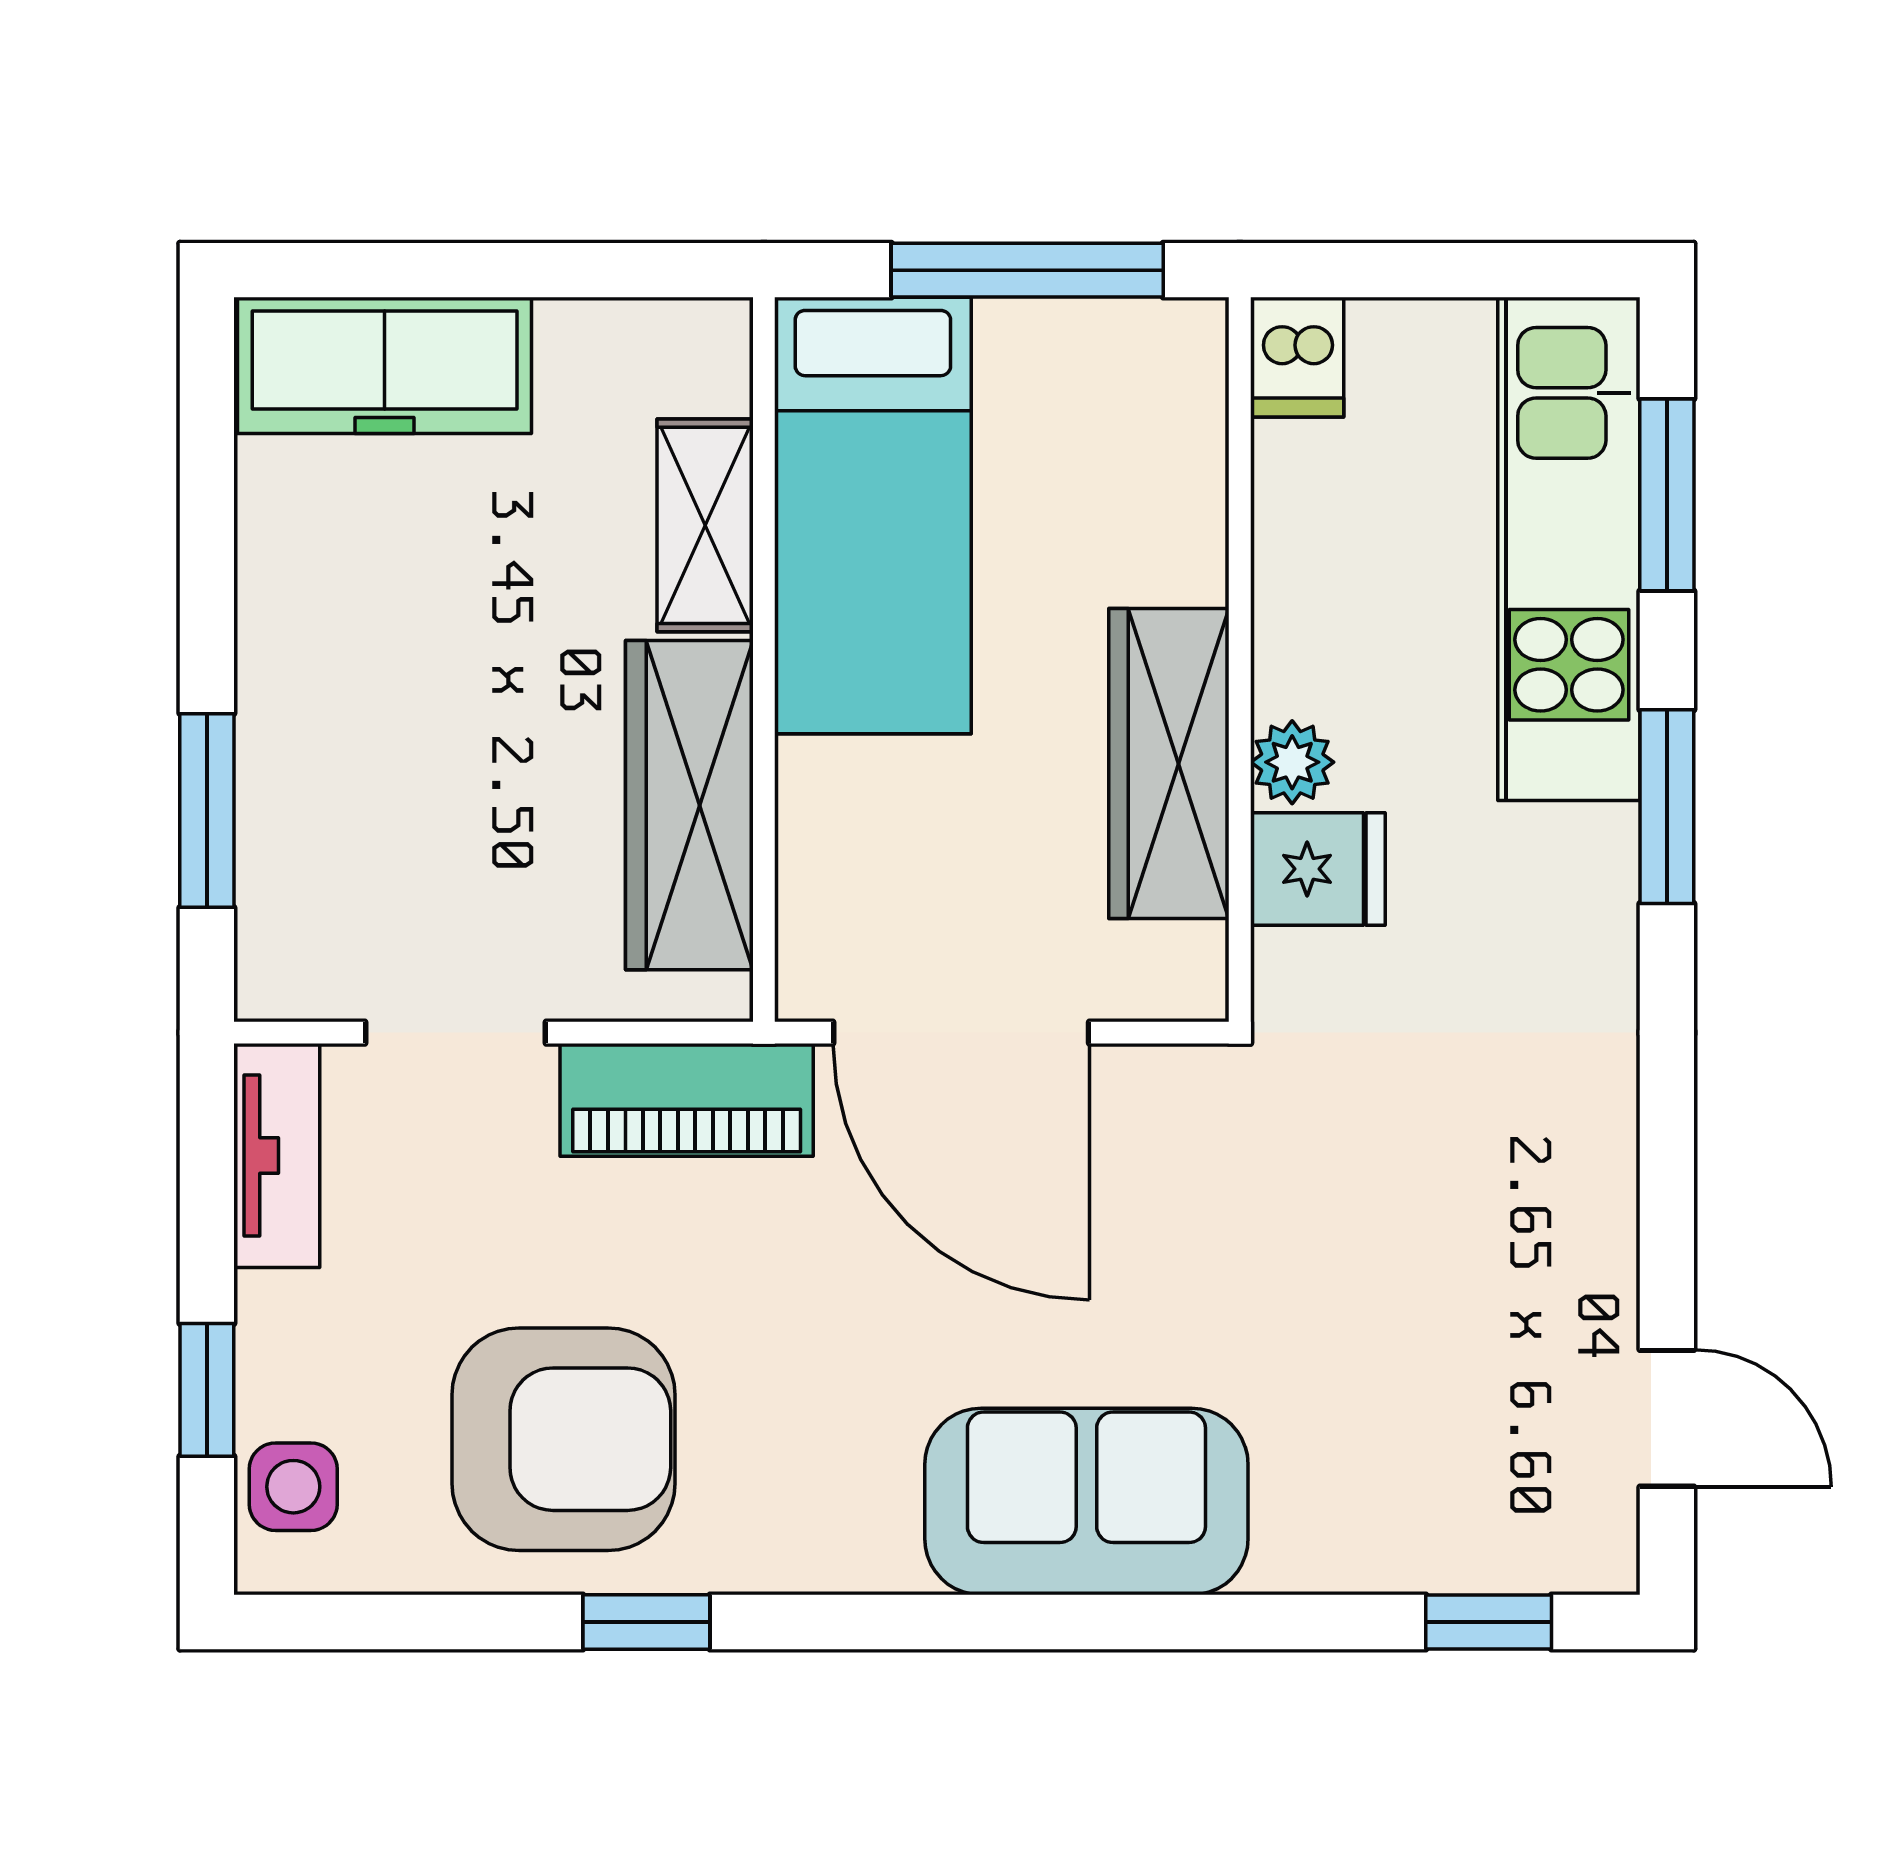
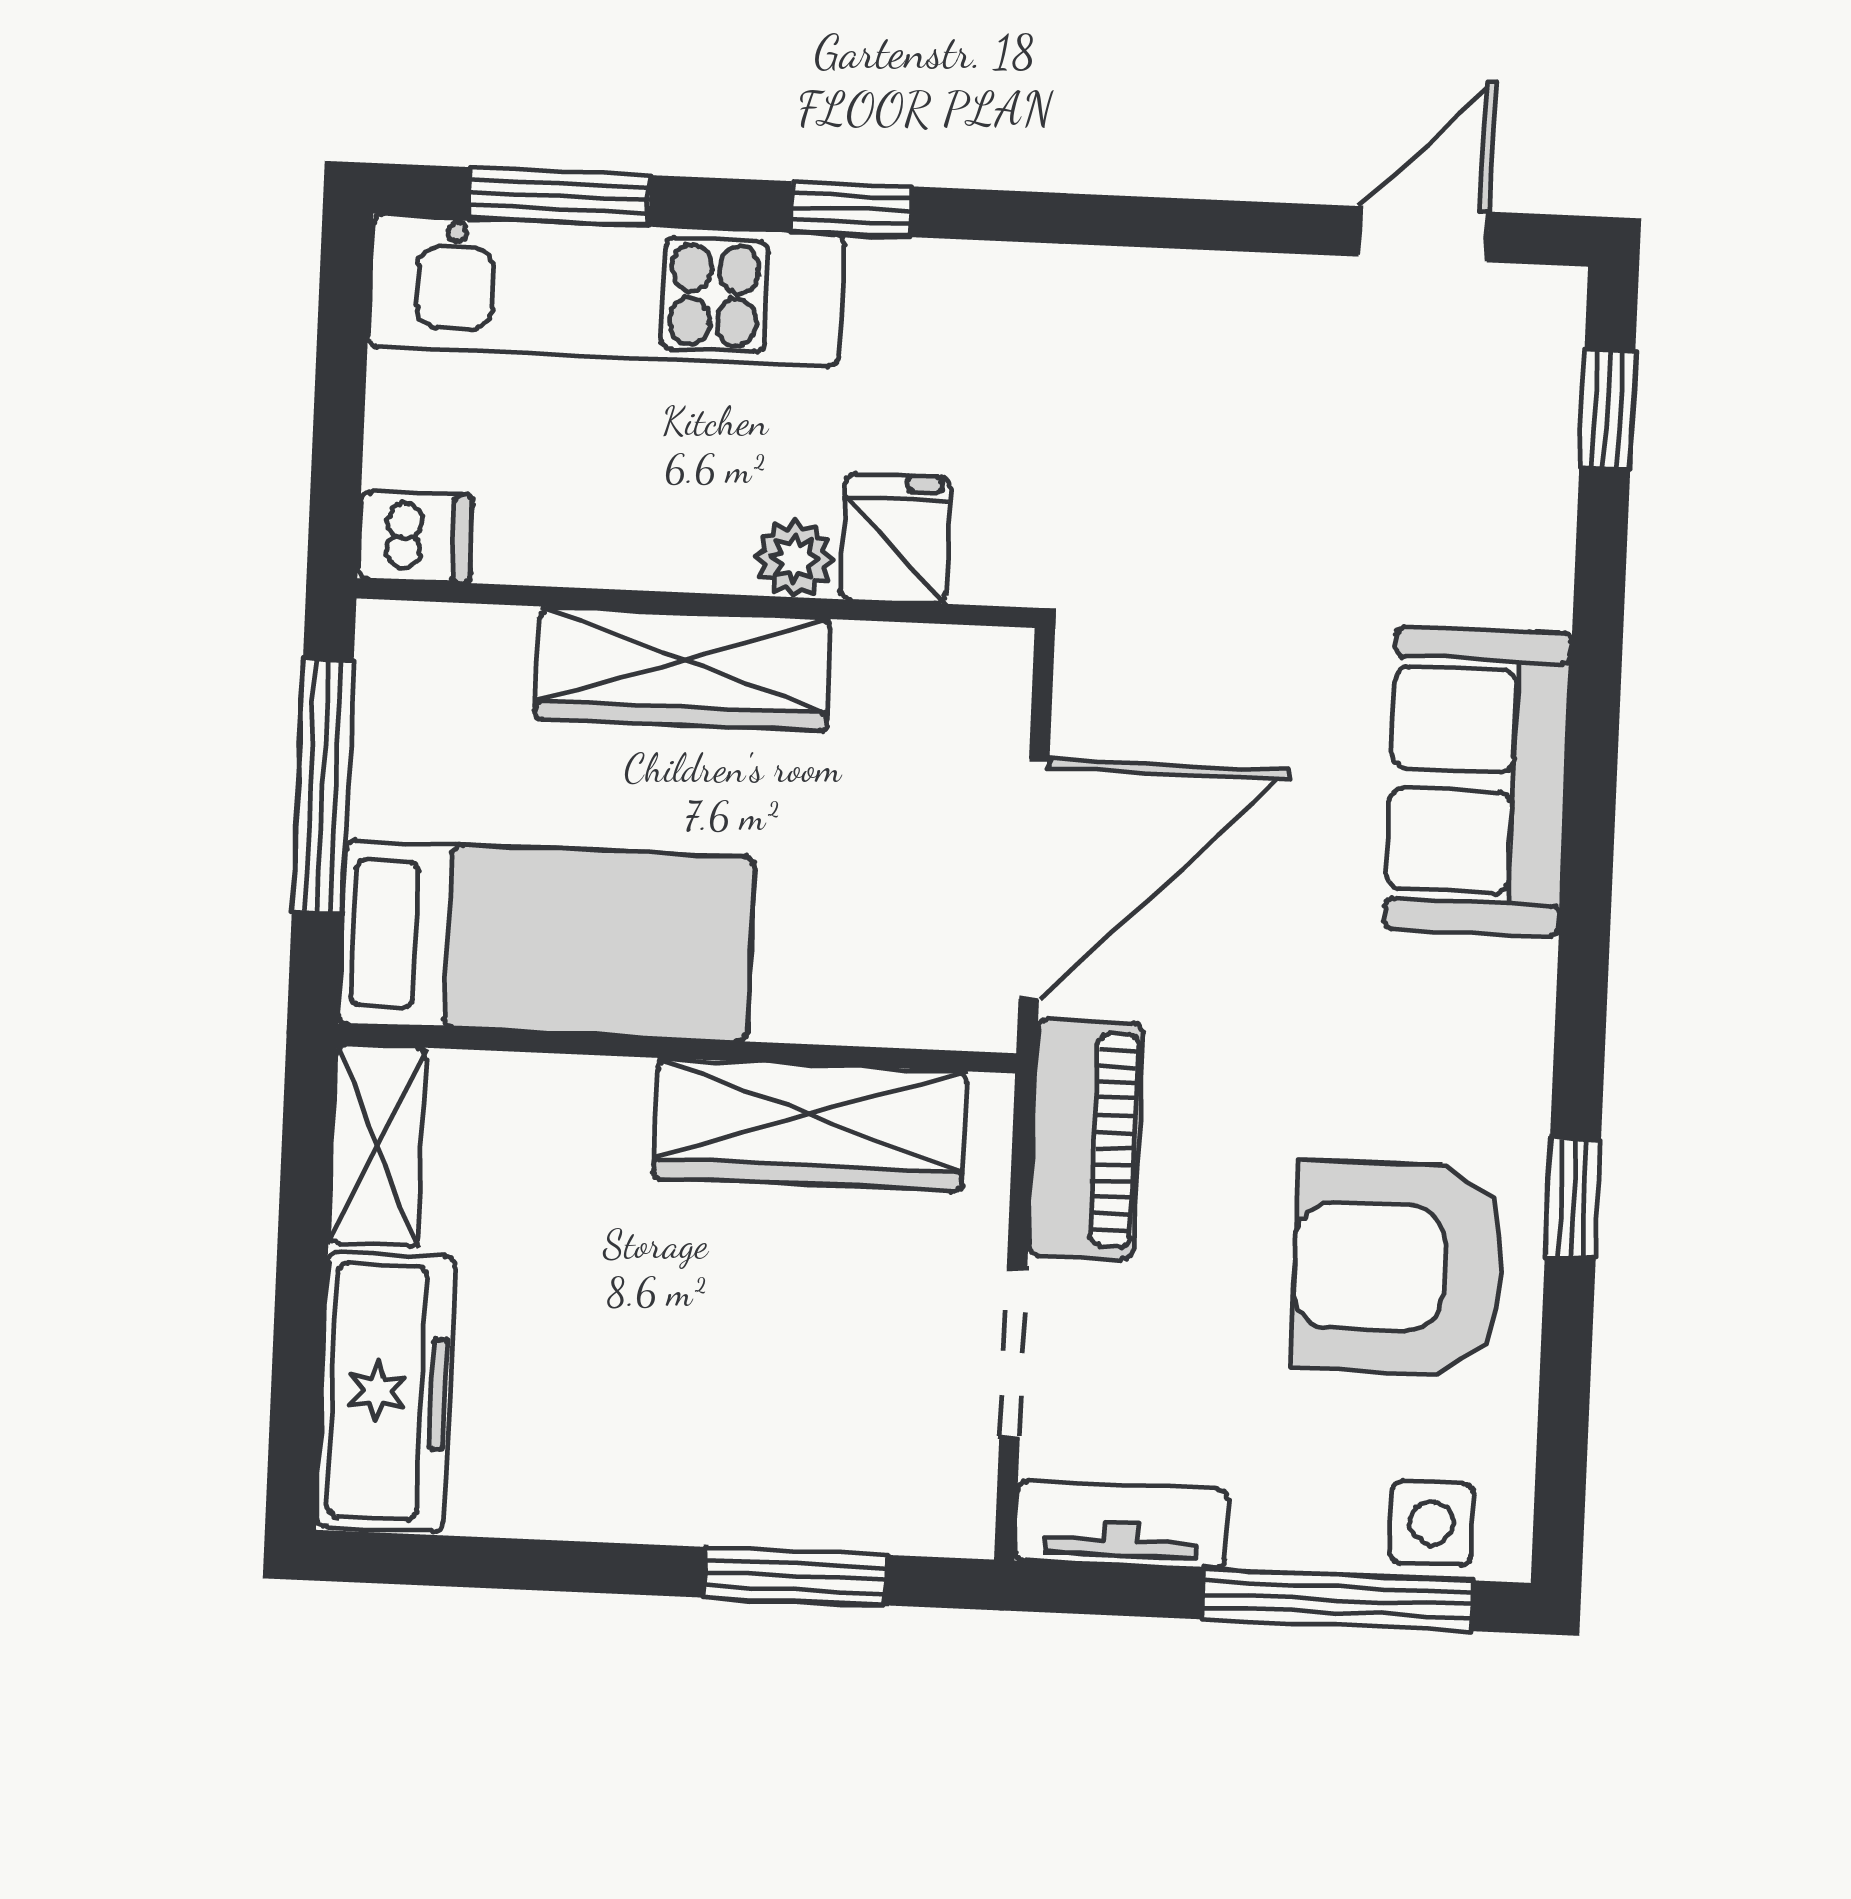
shelving: (705, 525) -> (377, 1146), moved, turned 90
wardrobe: (1169, 764) -> (683, 669), moved
window: (1667, 807) -> (851, 209), width x0.67
window: (207, 1390) -> (1338, 1600), width x2.17
armchair: (564, 1439) -> (1398, 1268), turned -90

